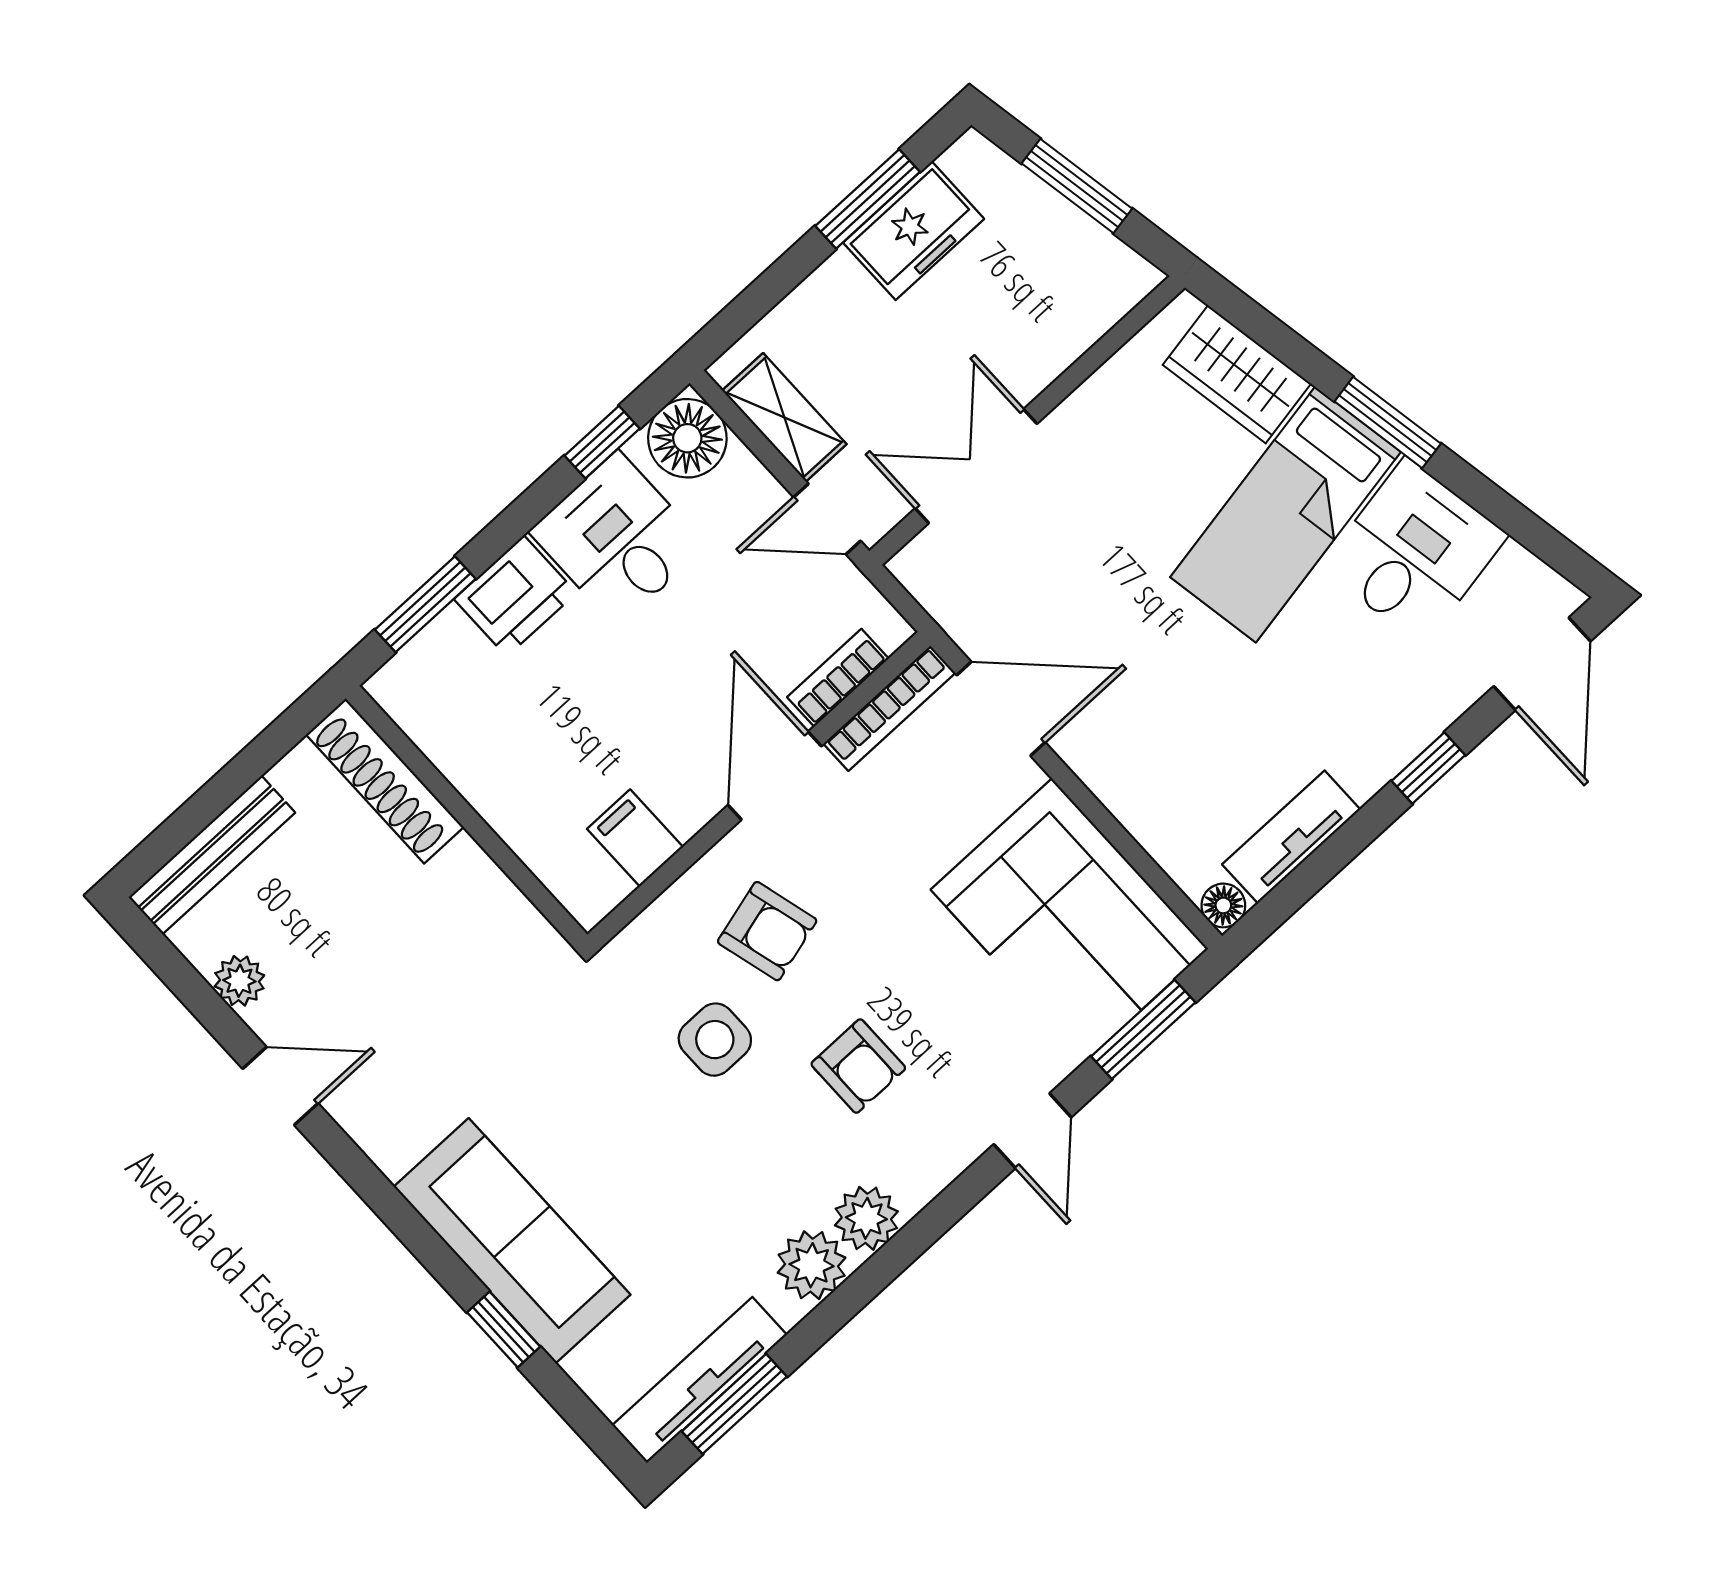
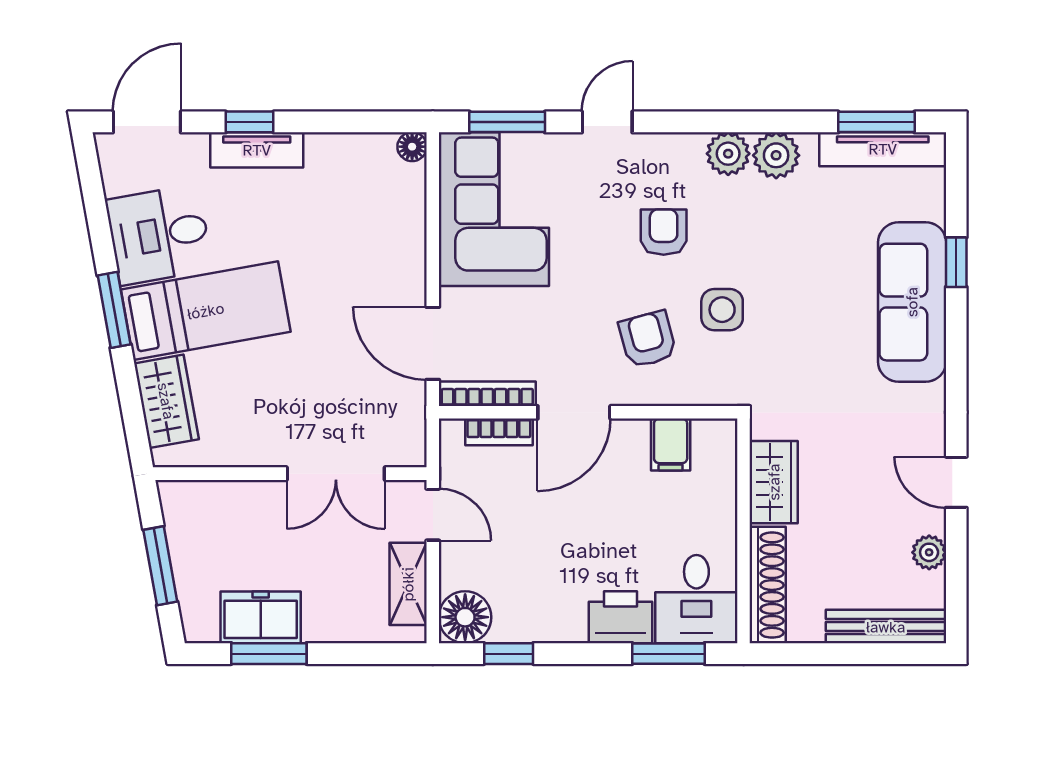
desk: (618, 539) -> (696, 599), moved
tv unit: (1291, 837) -> (257, 150), moved
wardrobe: (483, 901) -> (774, 482), added

